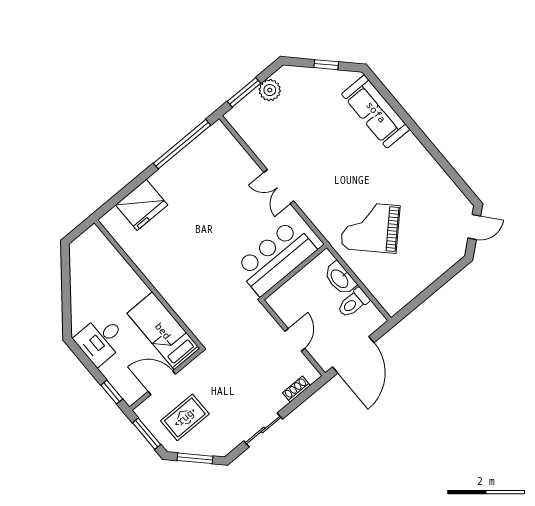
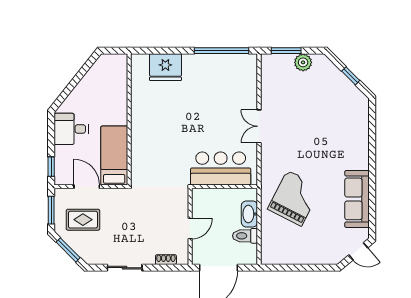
sofa: (376, 112) -> (357, 199), moved
grand piano: (370, 227) -> (294, 198), turned 72

